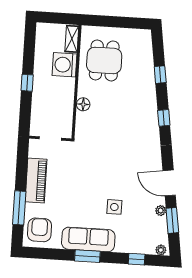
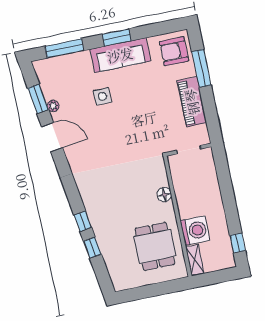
window: (27, 83) -> (238, 243), moved
window: (164, 118) -> (83, 221), moved
armchair: (39, 230) -> (174, 51), turned 90
plant: (161, 250) -> (42, 65), removed
window: (137, 259) -> (64, 48), width x2.17

